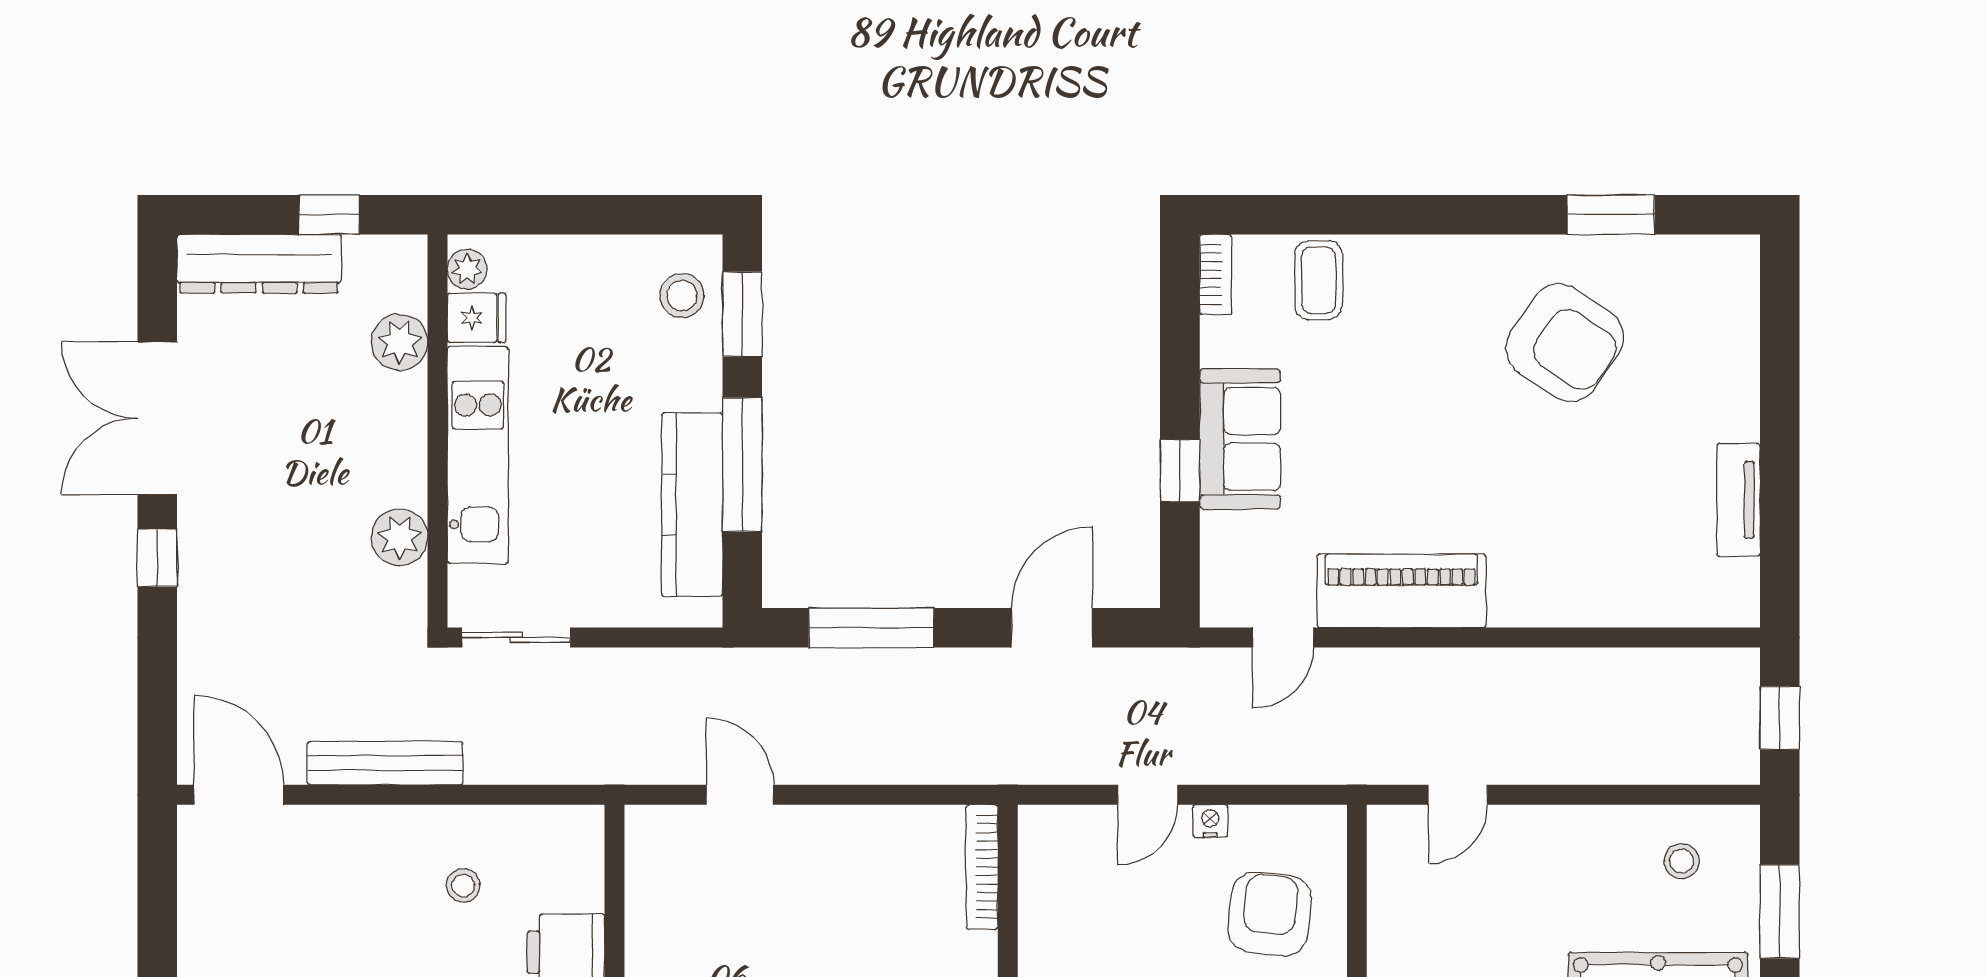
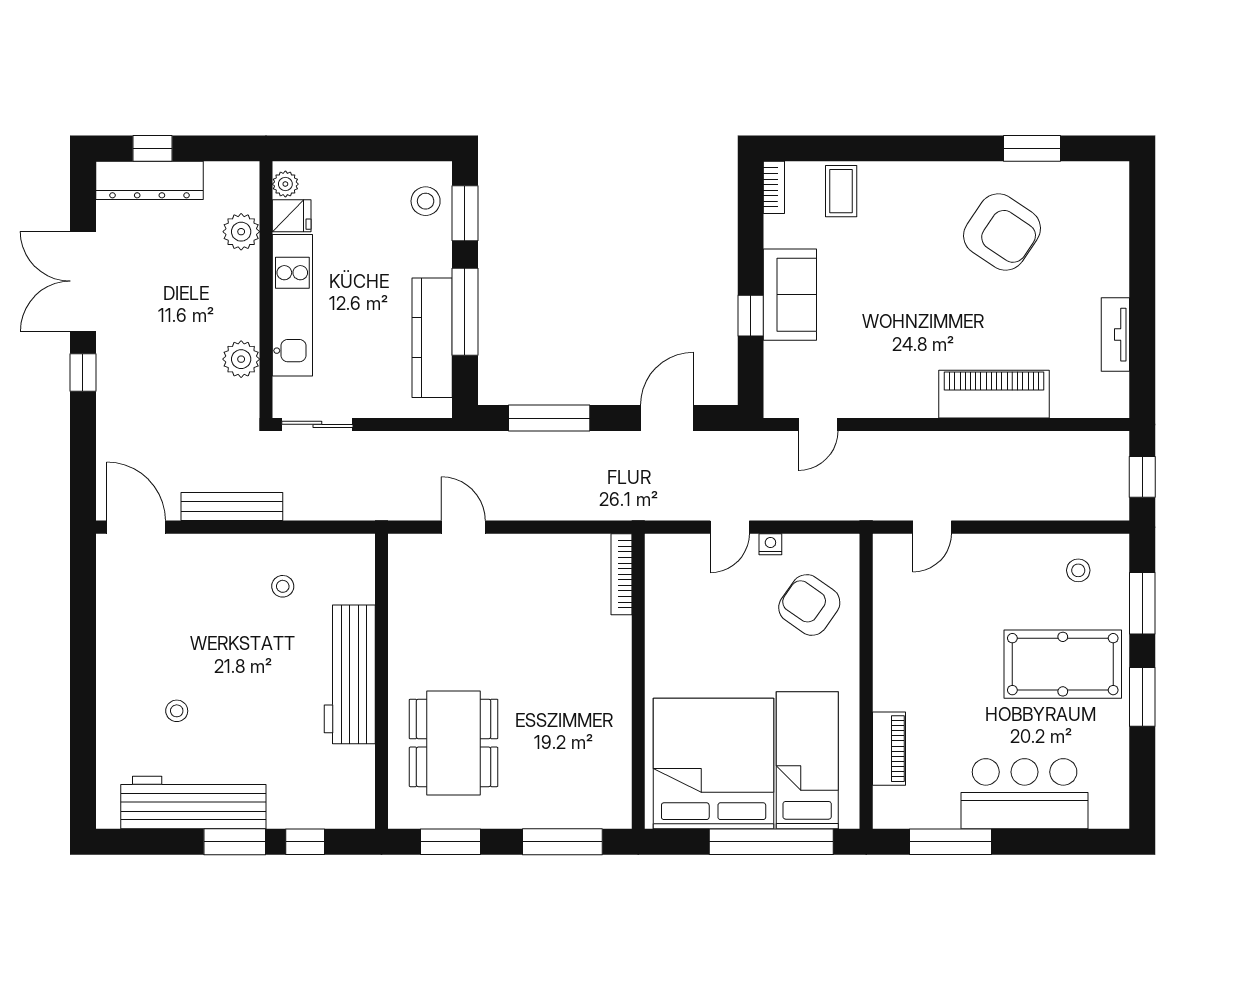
window: (329, 215) -> (153, 148), moved
piano: (1402, 591) -> (994, 394), moved
armchair: (1270, 914) -> (809, 605), turned -61

